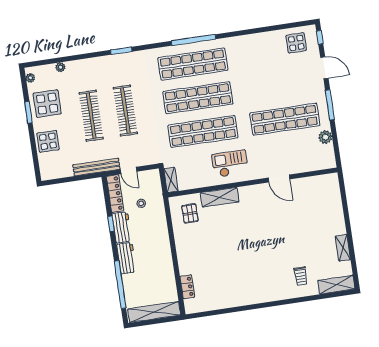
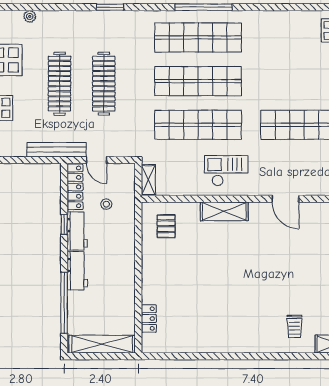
shelving: (220, 197) -> (224, 211), moved

